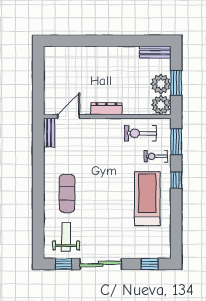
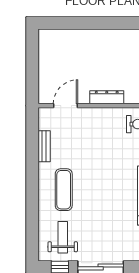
bench: (49, 133) -> (44, 146), moved

